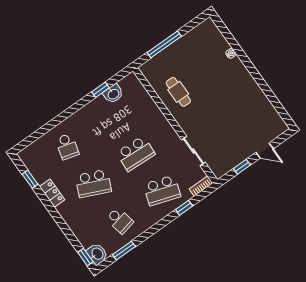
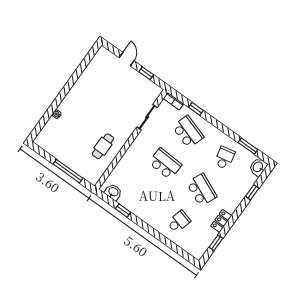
washbasin: (113, 94) -> (113, 192), moved
window: (85, 257) -> (252, 192), moved

